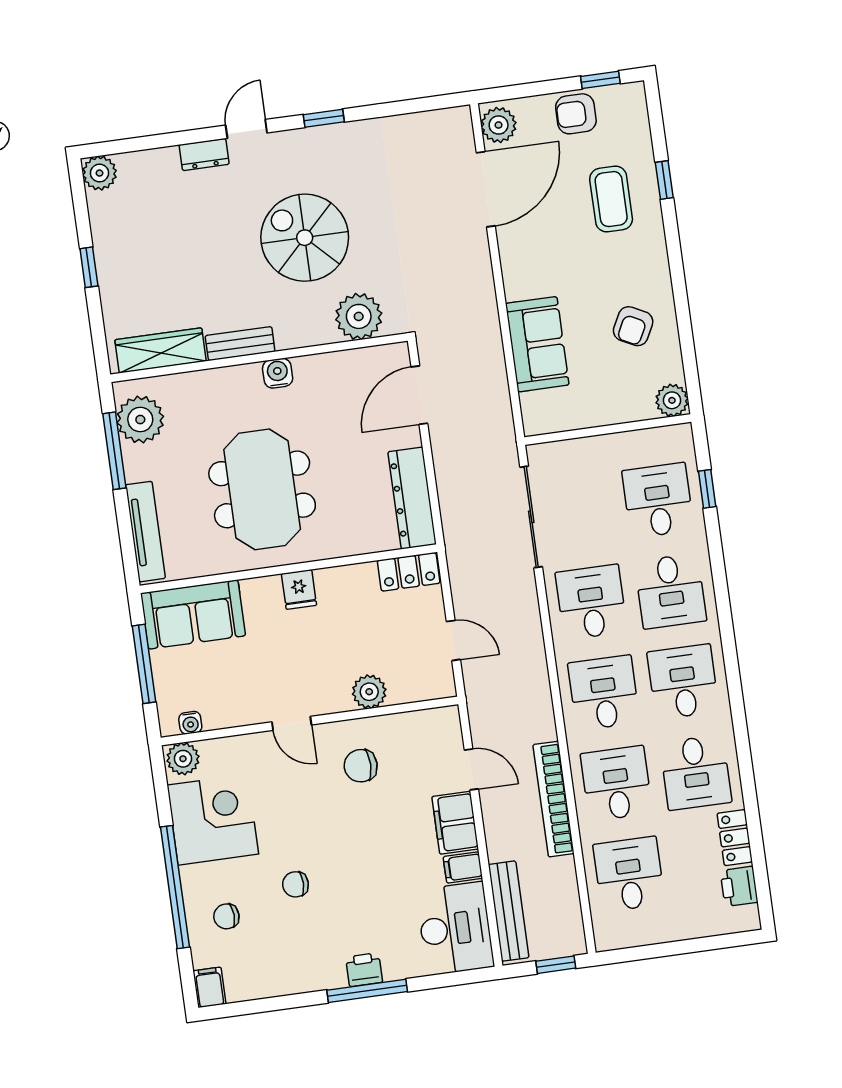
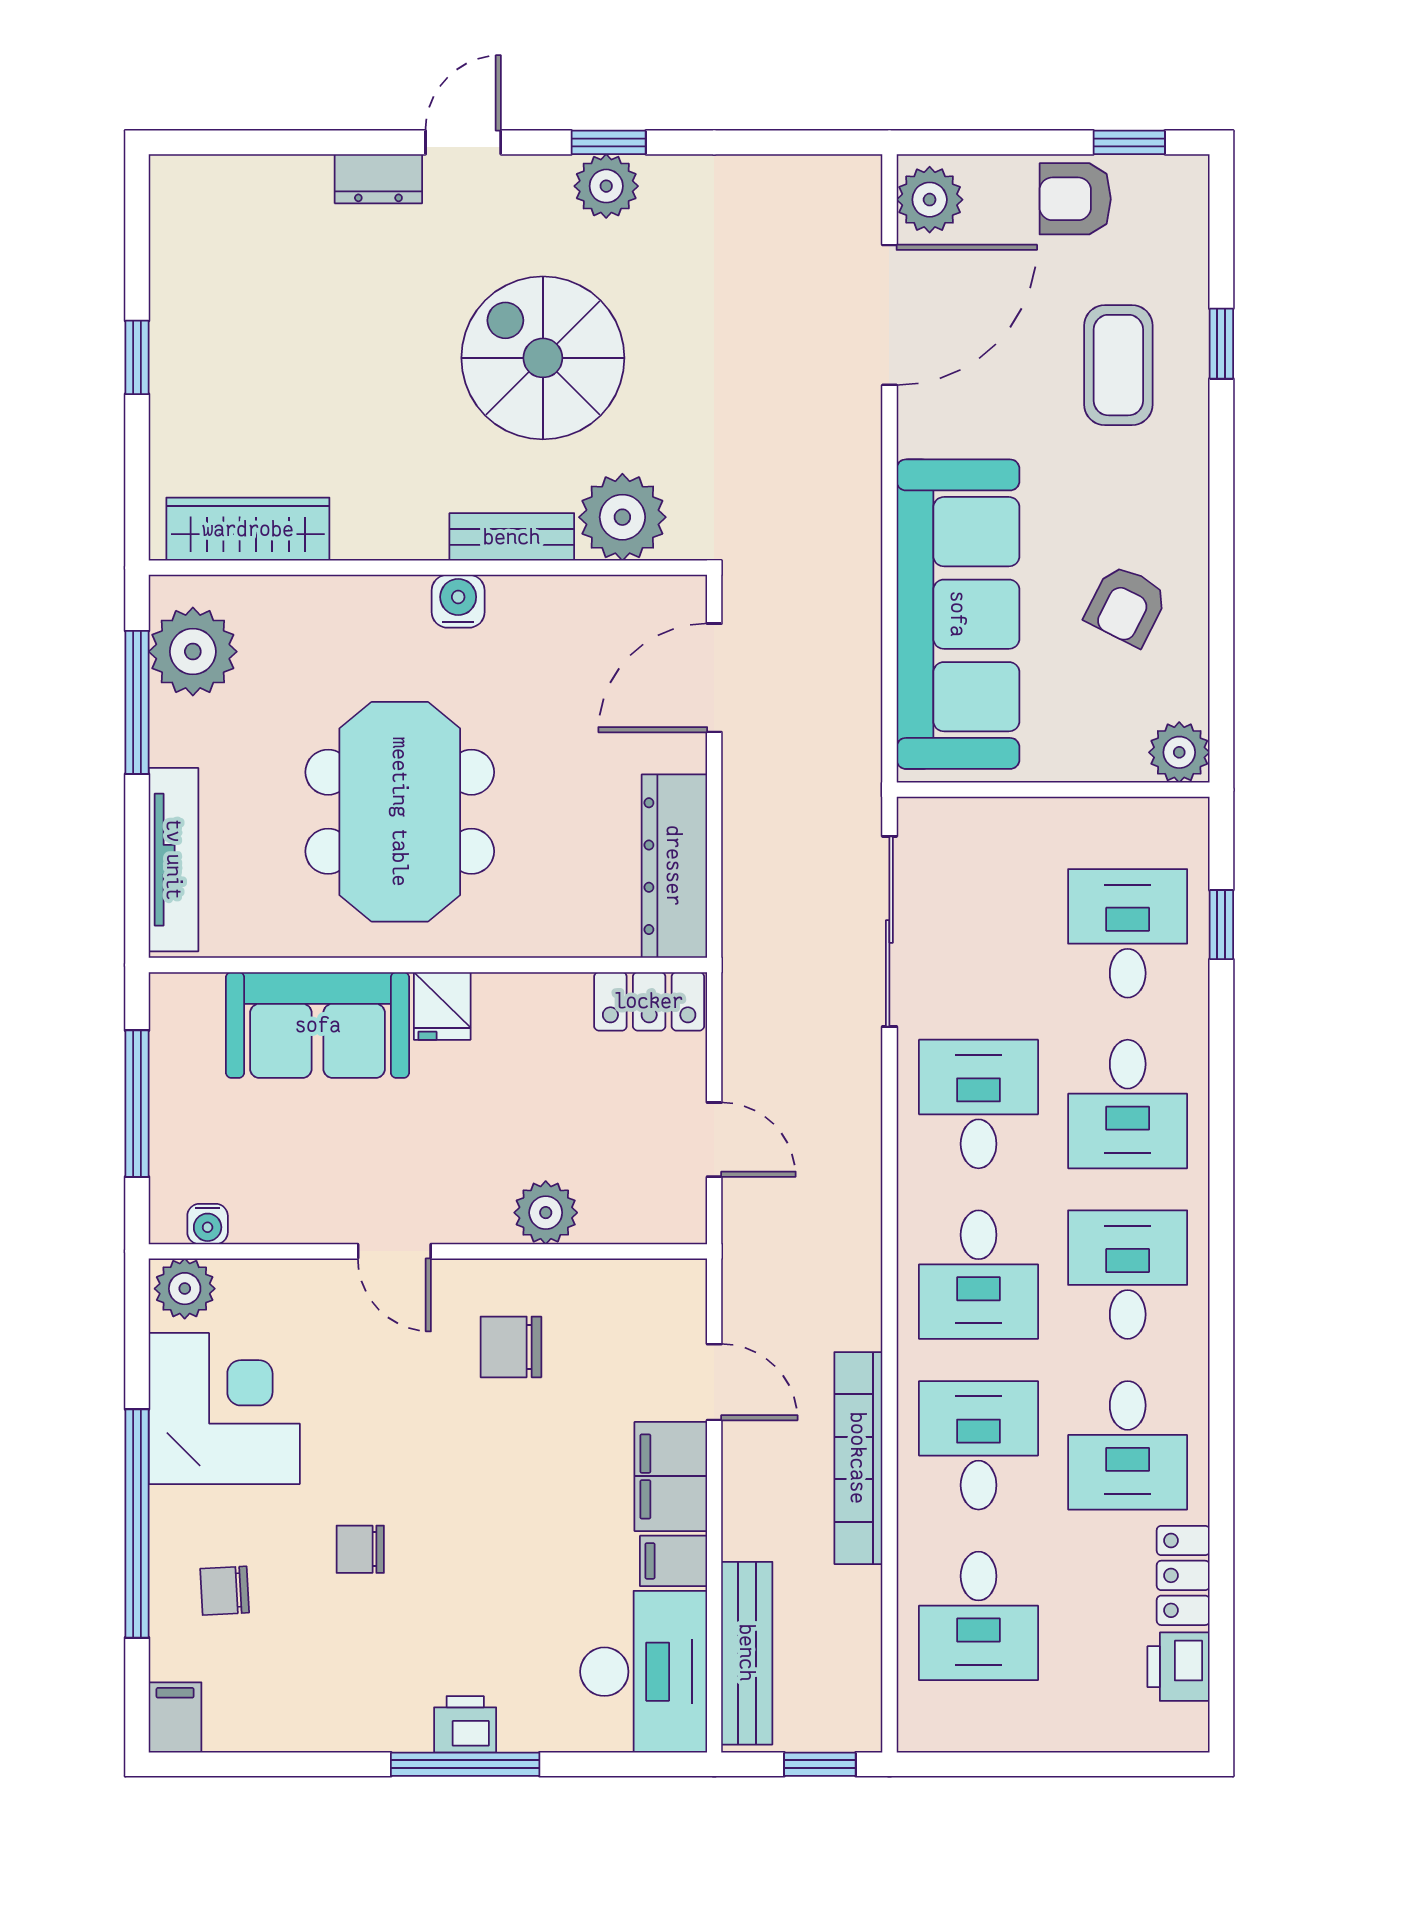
plant: (99, 173) -> (606, 186), moved
bench: (240, 344) -> (512, 537), moved
sofa: (537, 344) -> (958, 614), width x1.85, depth x1.27
sofa: (193, 615) -> (318, 1025), moved
desk: (604, 693) -> (979, 1275), turned 180
desk: (629, 874) -> (979, 1616), turned 180

